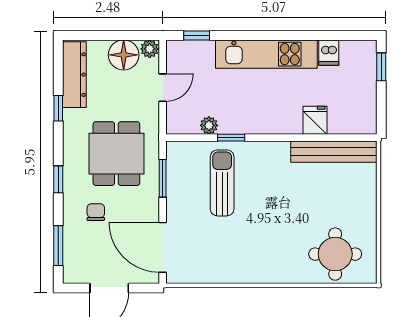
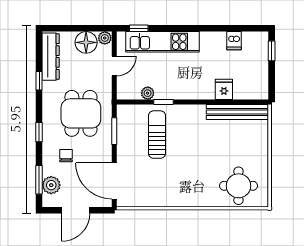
kitchen unit: (266, 54) -> (162, 42), moved
plant: (75, 253) -> (51, 185), added

